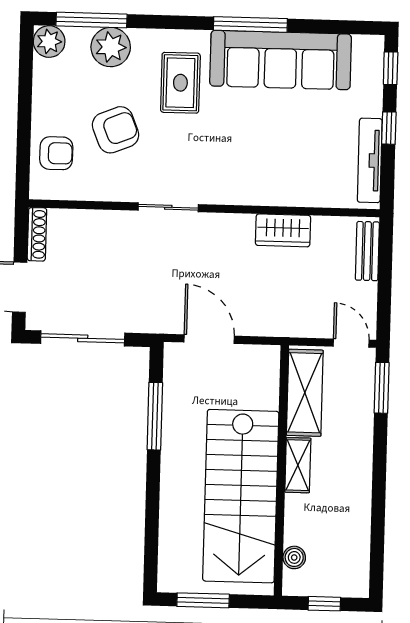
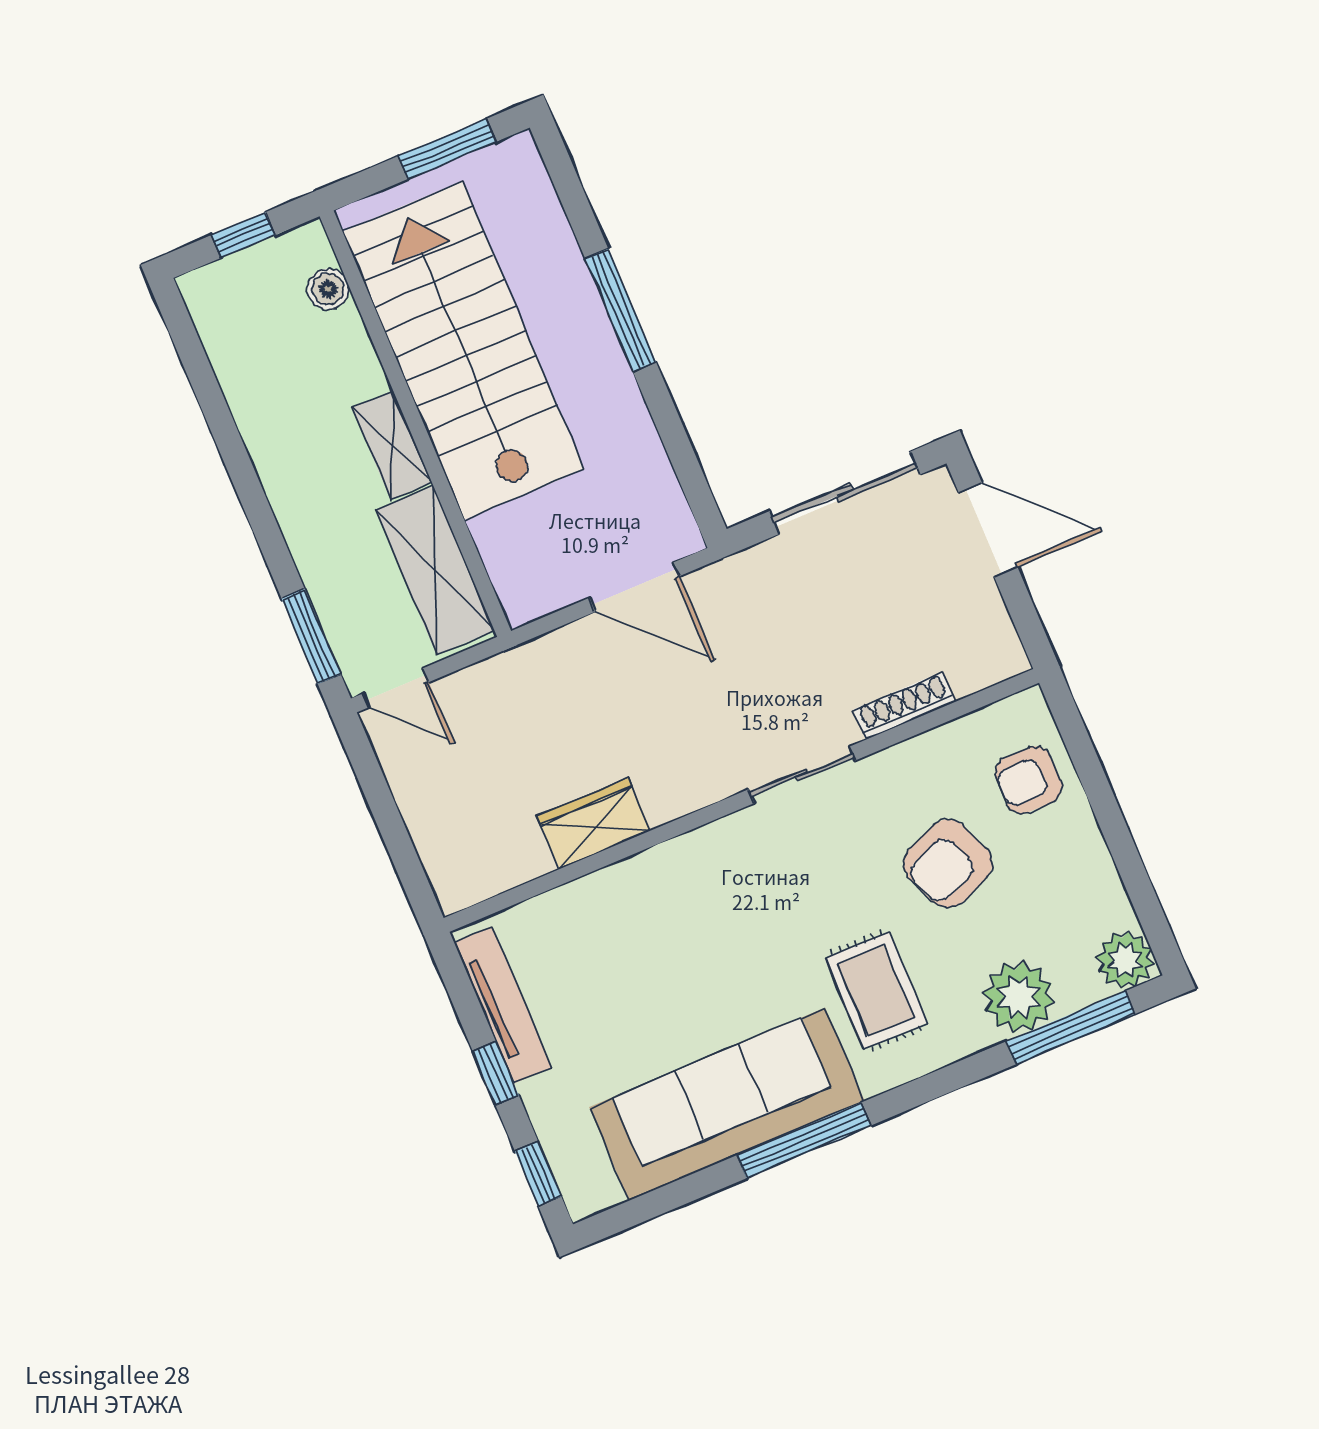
shoe rack: (37, 234) -> (904, 706), moved, turned 90
bench: (367, 251) -> (438, 853), removed
window: (155, 416) -> (621, 310), moved

